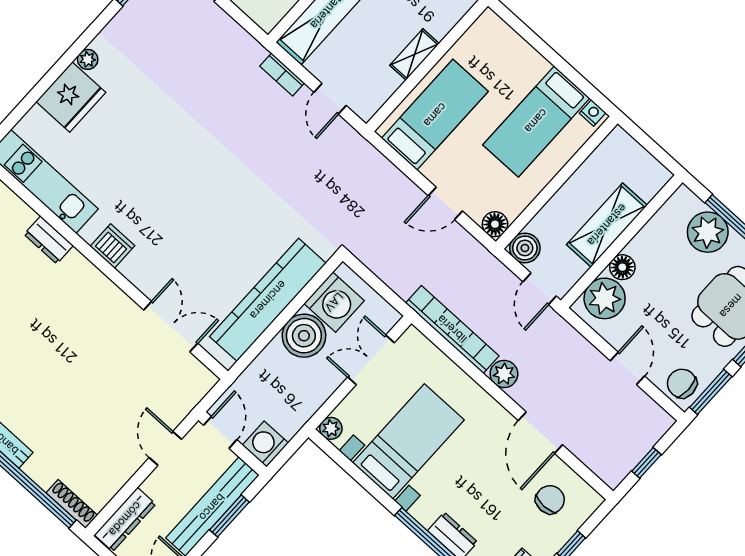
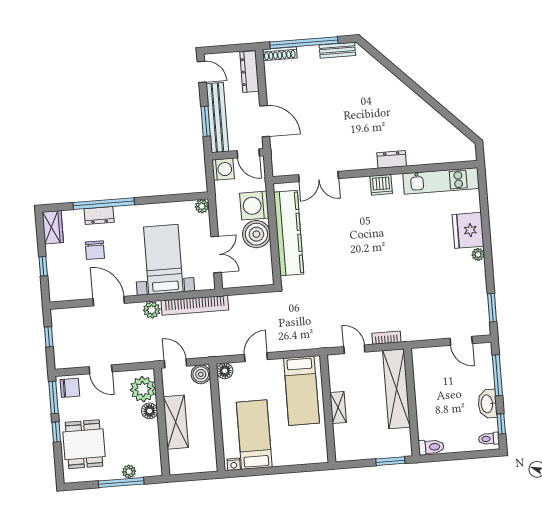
plant: (708, 232) -> (129, 472), width x0.53, depth x0.53
dresser: (49, 240) -> (392, 159), moved
washing machine: (334, 302) -> (254, 206), moved
bed with nightstands: (408, 441) -> (163, 259), moved, turned 180
door: (165, 448) -> (265, 121), width x1.38
chair: (550, 500) -> (95, 250), moved

